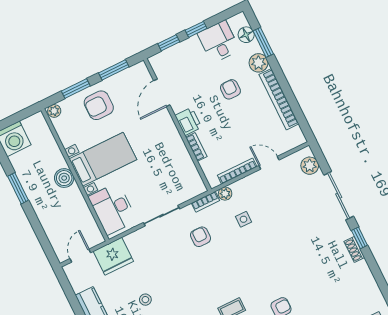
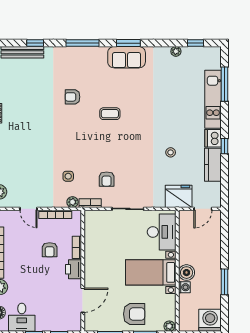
armchair: (230, 89) -> (50, 250), moved
washing machine: (59, 161) -> (184, 287), added

